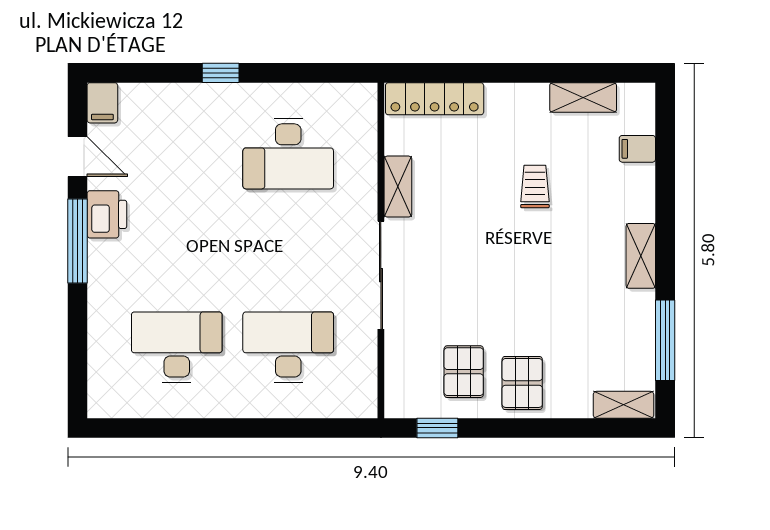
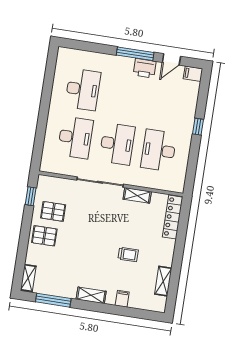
filing cabinet: (637, 149) -> (122, 299), moved
desk: (288, 250) -> (117, 144), added

